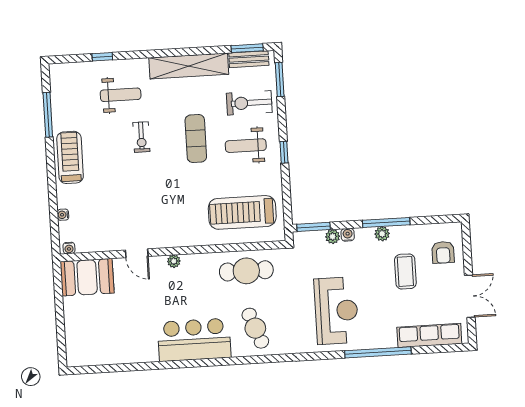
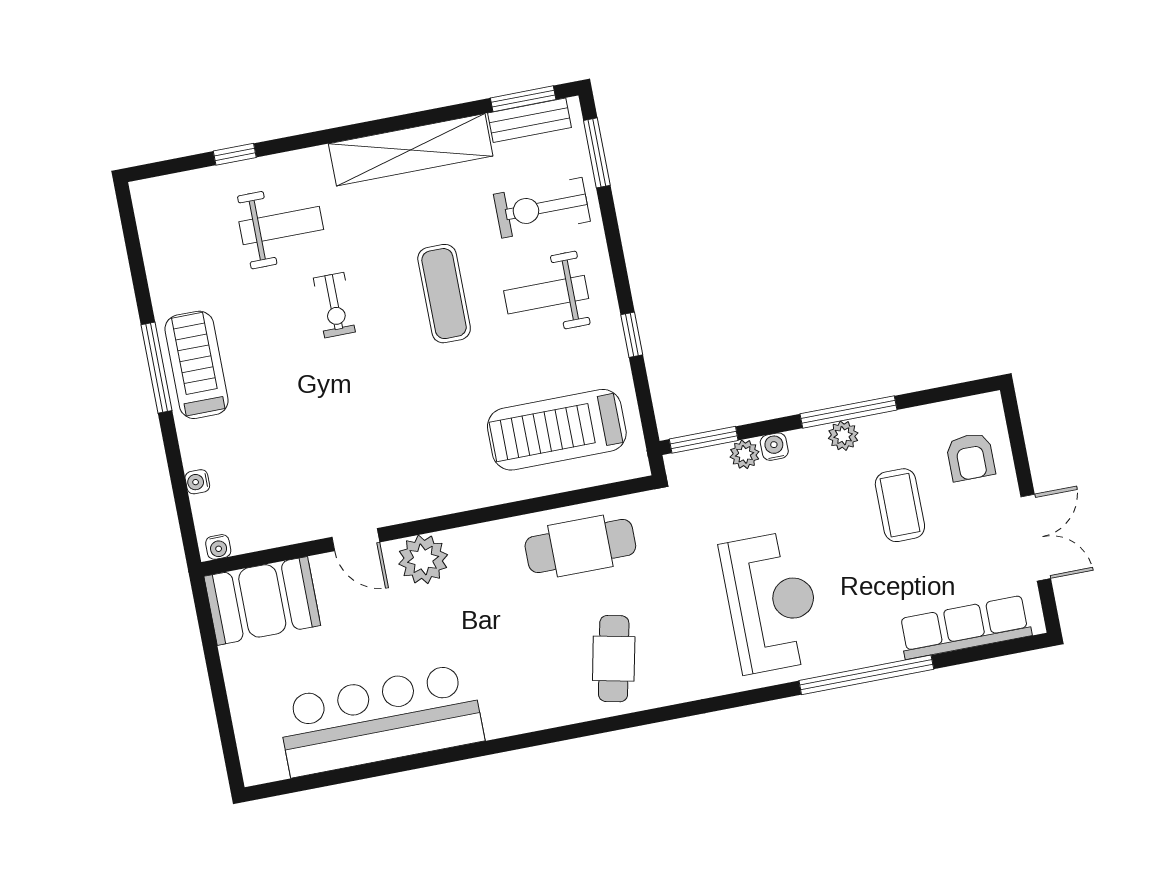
window: (48, 115) -> (156, 368), moved
window: (284, 152) -> (632, 335), moved
plant: (174, 261) -> (423, 559), width x1.88, depth x1.88
cafe table: (255, 328) -> (614, 659), turned 33
bar counter: (194, 340) -> (380, 720), moved, width x1.36

